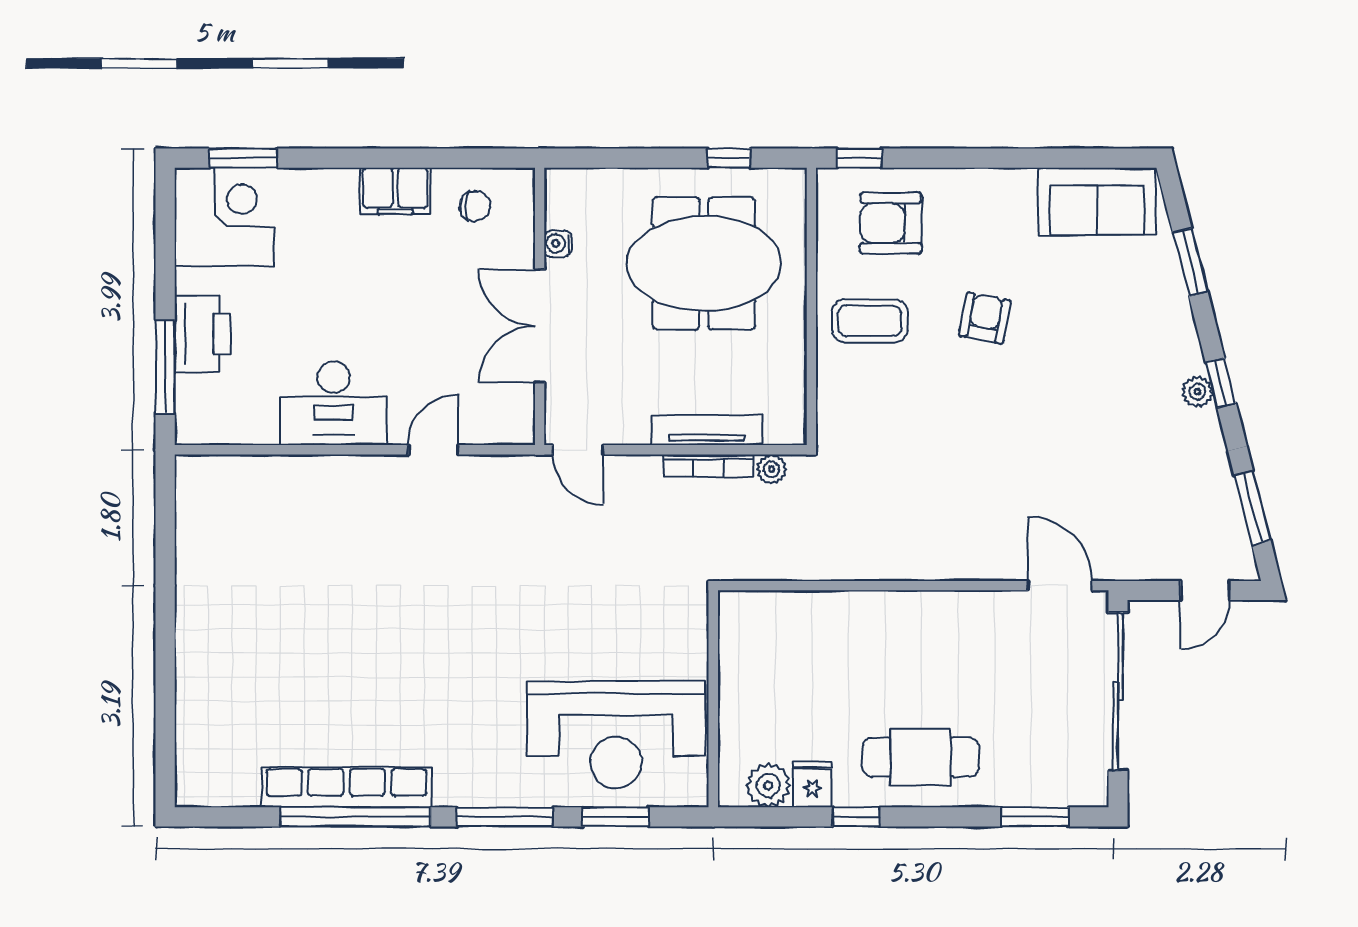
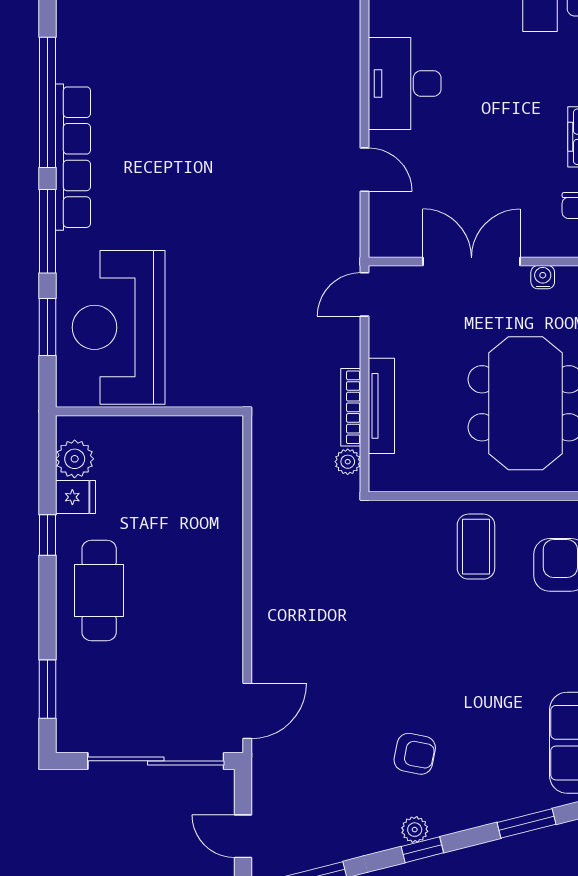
armchair: (985, 318) -> (415, 754), moved
row of seats: (346, 787) -> (73, 157), moved

